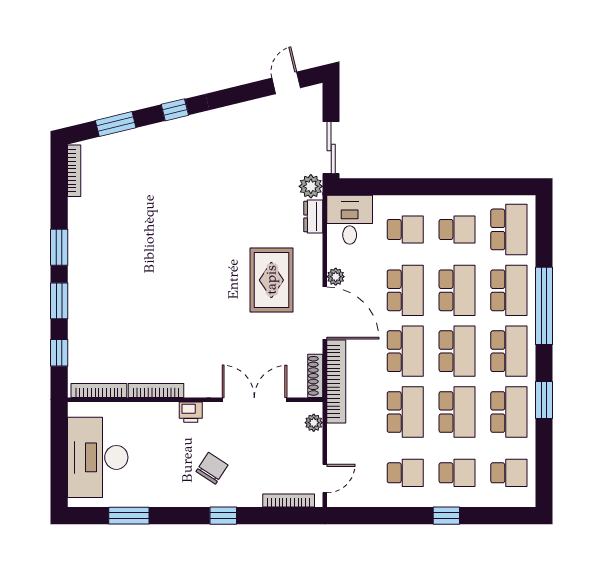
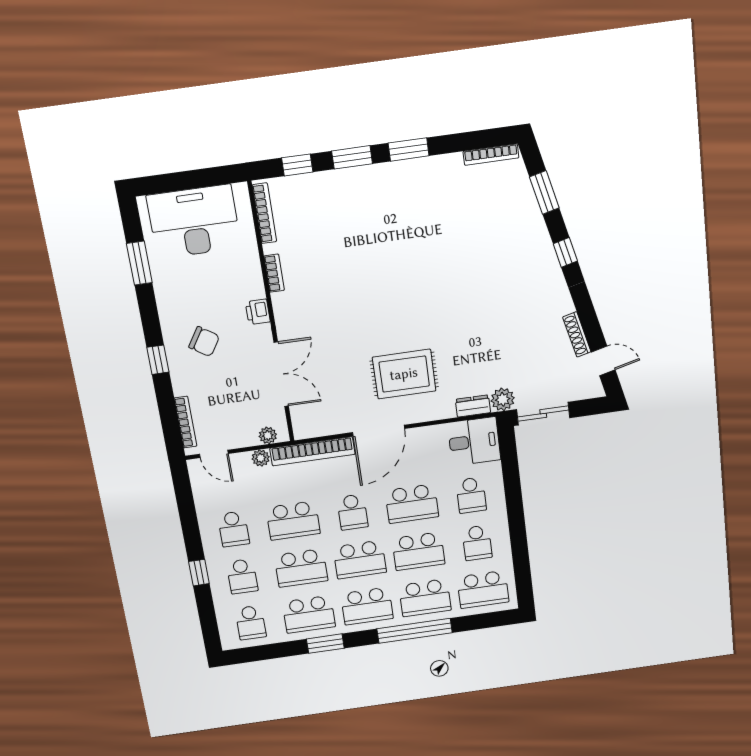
plant: (336, 277) -> (261, 458), moved
school desk: (405, 351) -> (352, 512), width x0.54
shoe rack: (315, 376) -> (577, 334), moved, turned -104
bookcase: (156, 390) -> (274, 273), width x0.64

